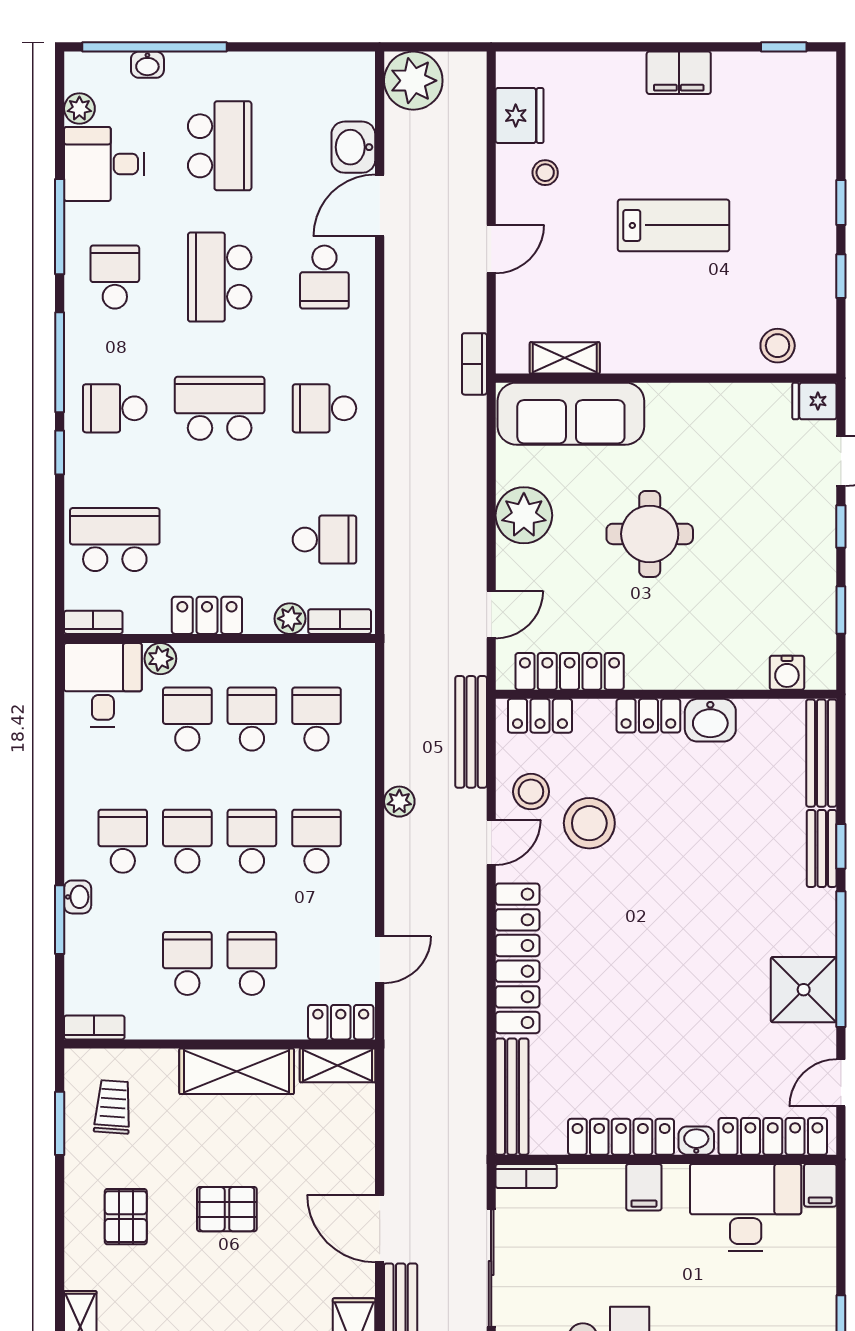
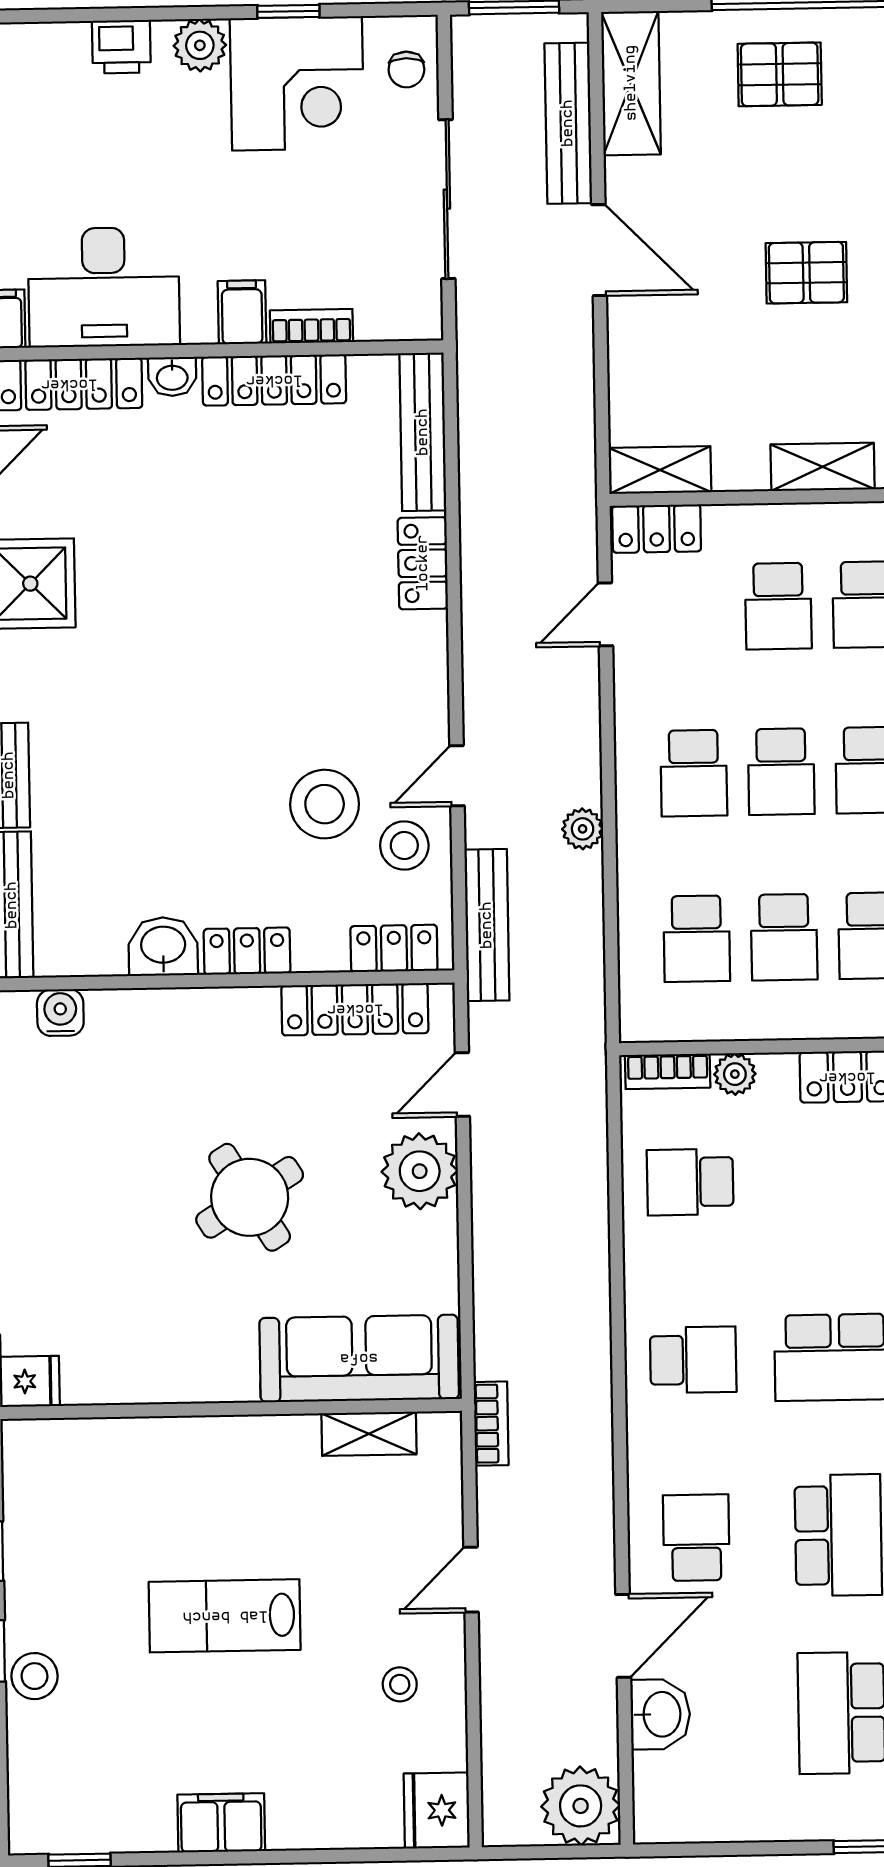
fridge: (520, 115) -> (437, 1810), moved
stool: (778, 346) -> (34, 1676), moved
plant: (524, 515) -> (420, 1171), moved
round table: (650, 534) -> (250, 1197), turned -32
locker: (517, 958) -> (423, 563), width x0.46, depth x0.83
shelving: (237, 1071) -> (823, 467), width x0.67, depth x0.75
bookcase: (526, 1176) -> (311, 326), moved

